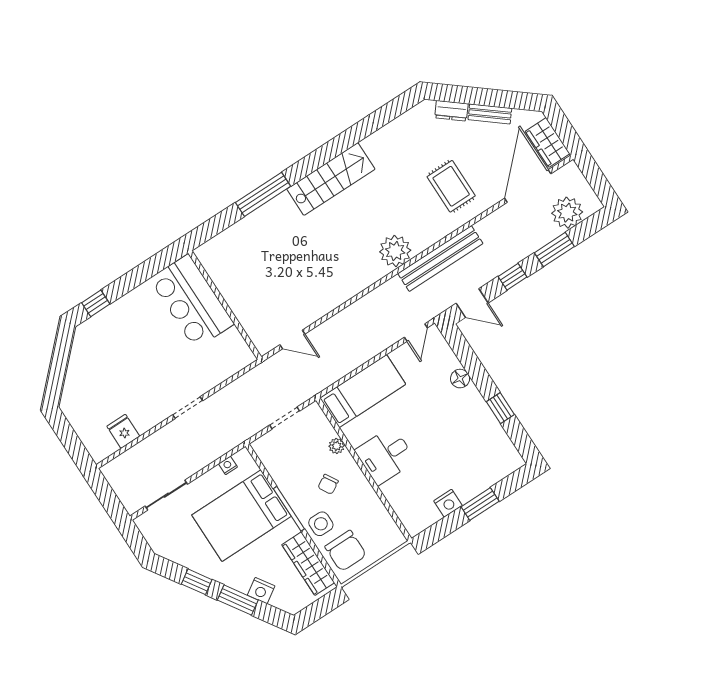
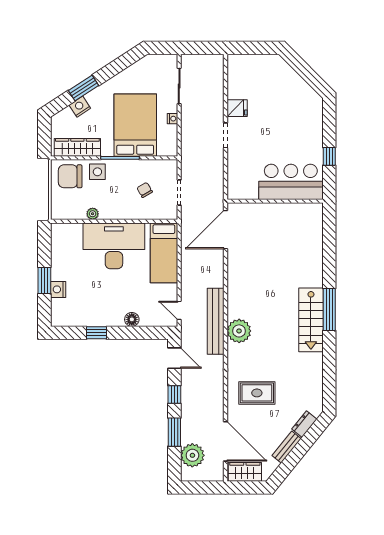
window: (263, 194) -> (329, 310), moved
bench: (440, 258) -> (216, 321), moved
window: (96, 303) -> (329, 156), moved
door: (472, 303) -> (174, 358), swing flipped
door: (292, 339) -> (225, 230), width x1.87
fridge: (123, 431) -> (237, 108), moved
plant: (337, 446) -> (93, 214), moved
desk: (385, 456) -> (114, 246), width x1.87, depth x1.30
nightstand: (228, 465) -> (172, 119), moved
chair: (328, 484) -> (145, 190), moved
nightstand: (448, 503) -> (58, 289), moved
window: (197, 582) -> (112, 70), removed

